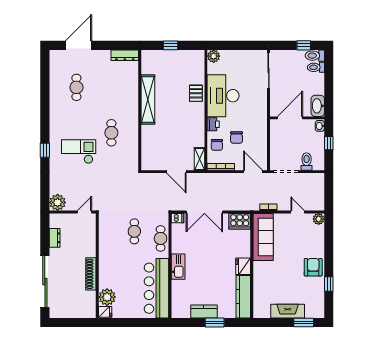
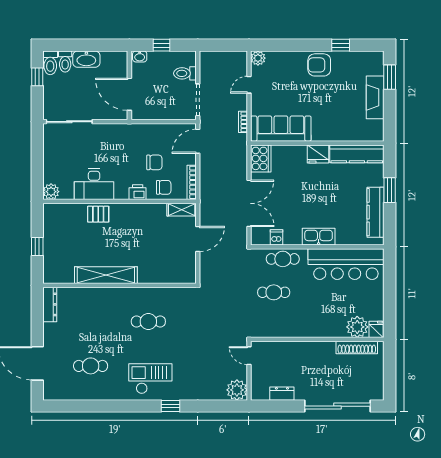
desk: (223, 96) -> (94, 184), width x0.73, depth x0.77
washbasin: (318, 106) -> (86, 59), moved
checkout: (79, 152) -> (150, 379), moved, turned 90
dishwasher: (178, 218) -> (276, 237), moved
shoe rack: (91, 274) -> (357, 348), moved
kitchen counter: (204, 311) -> (376, 212), width x1.50

